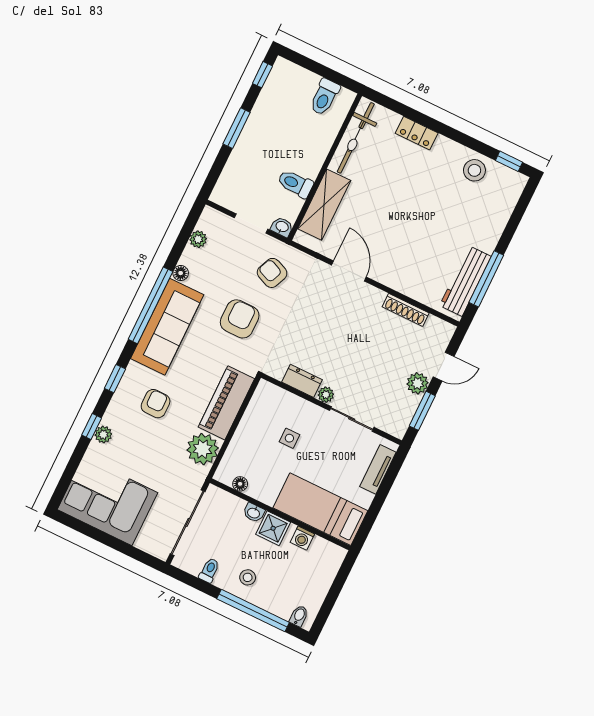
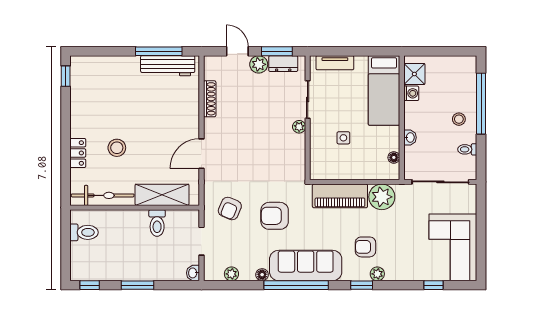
stool: (474, 170) -> (117, 148), moved
washbasin: (282, 227) -> (193, 273), moved
dresser: (302, 381) -> (283, 64), moved, turned -90
window: (92, 426) -> (434, 285), moved
plant: (103, 435) -> (377, 274), moved
shower: (273, 528) -> (414, 74), moved
bidet: (299, 616) -> (469, 68), removed

